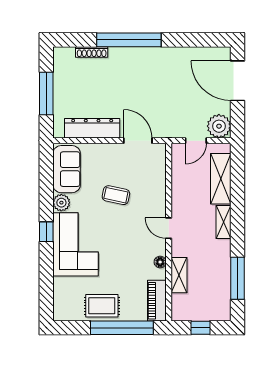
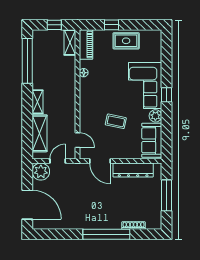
door: (169, 228) -> (78, 140), moved
shelving: (179, 275) -> (70, 43), moved
window: (238, 278) -> (27, 61), width x1.46
window: (122, 328) -> (111, 25), width x0.32

